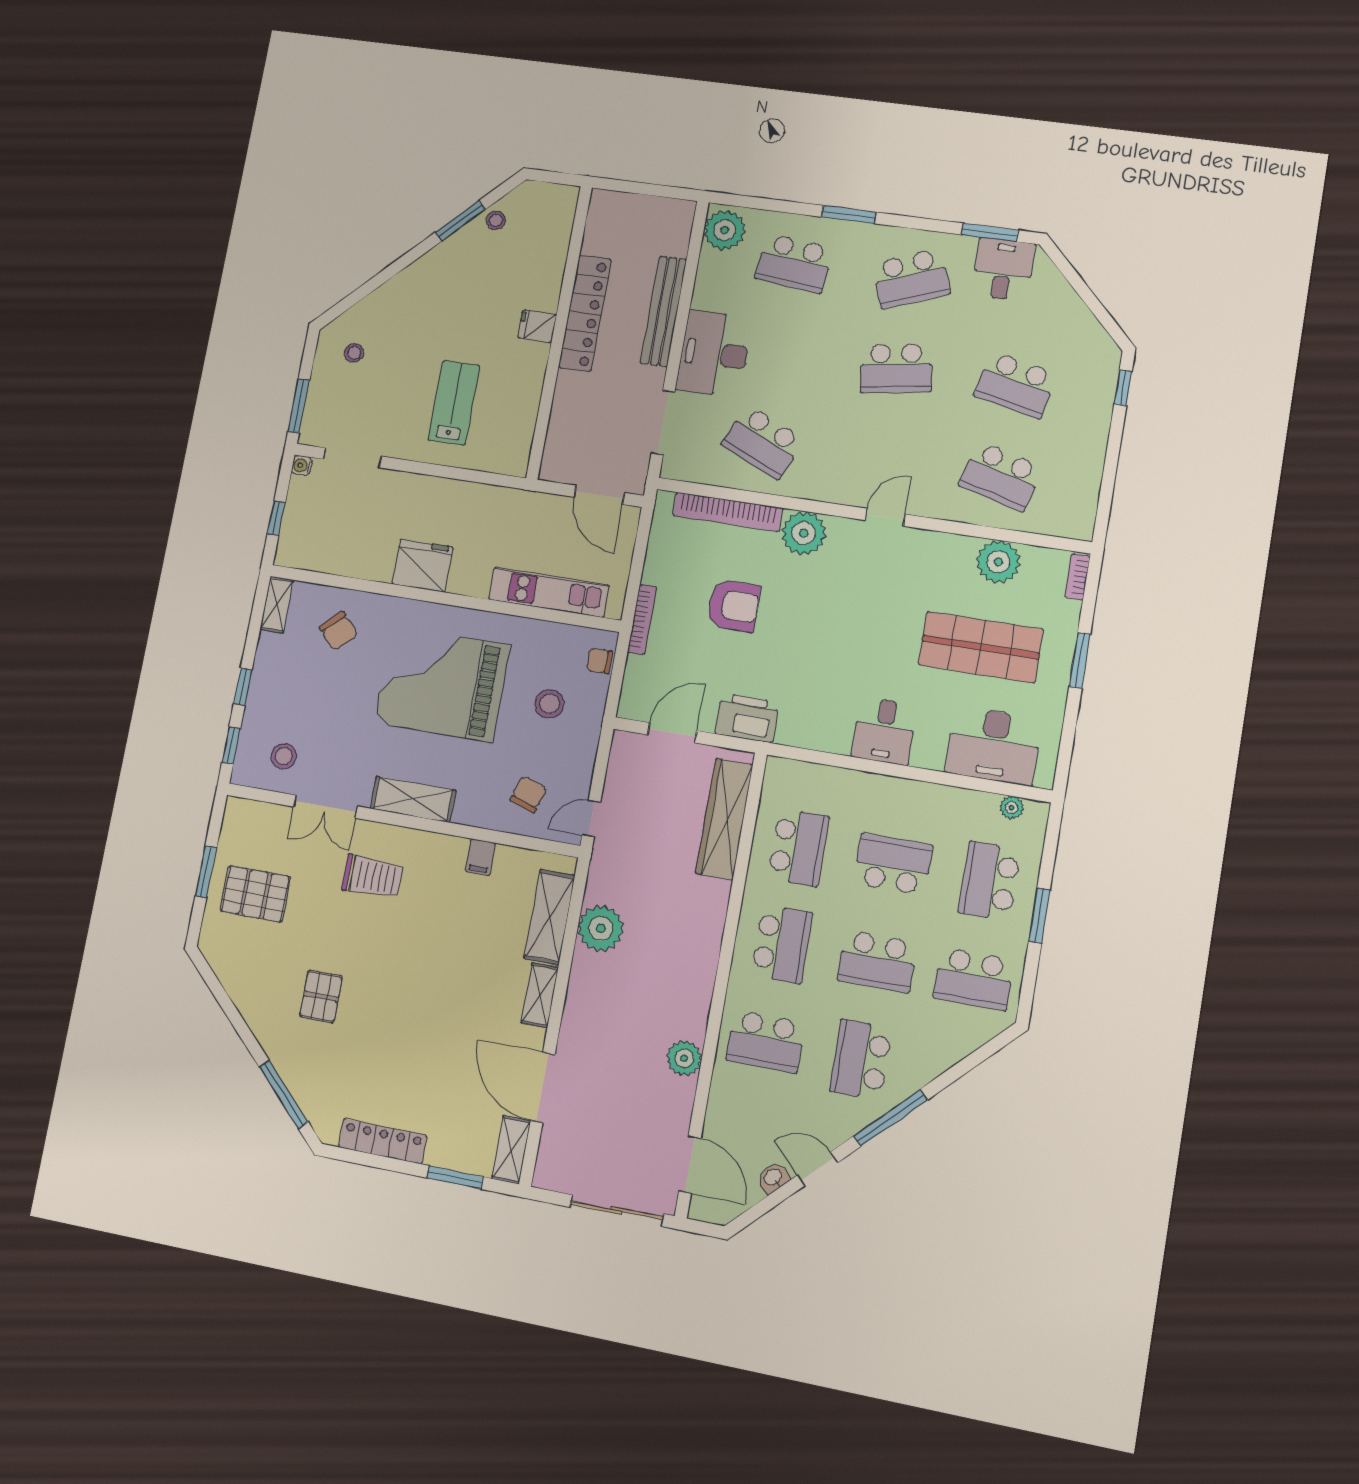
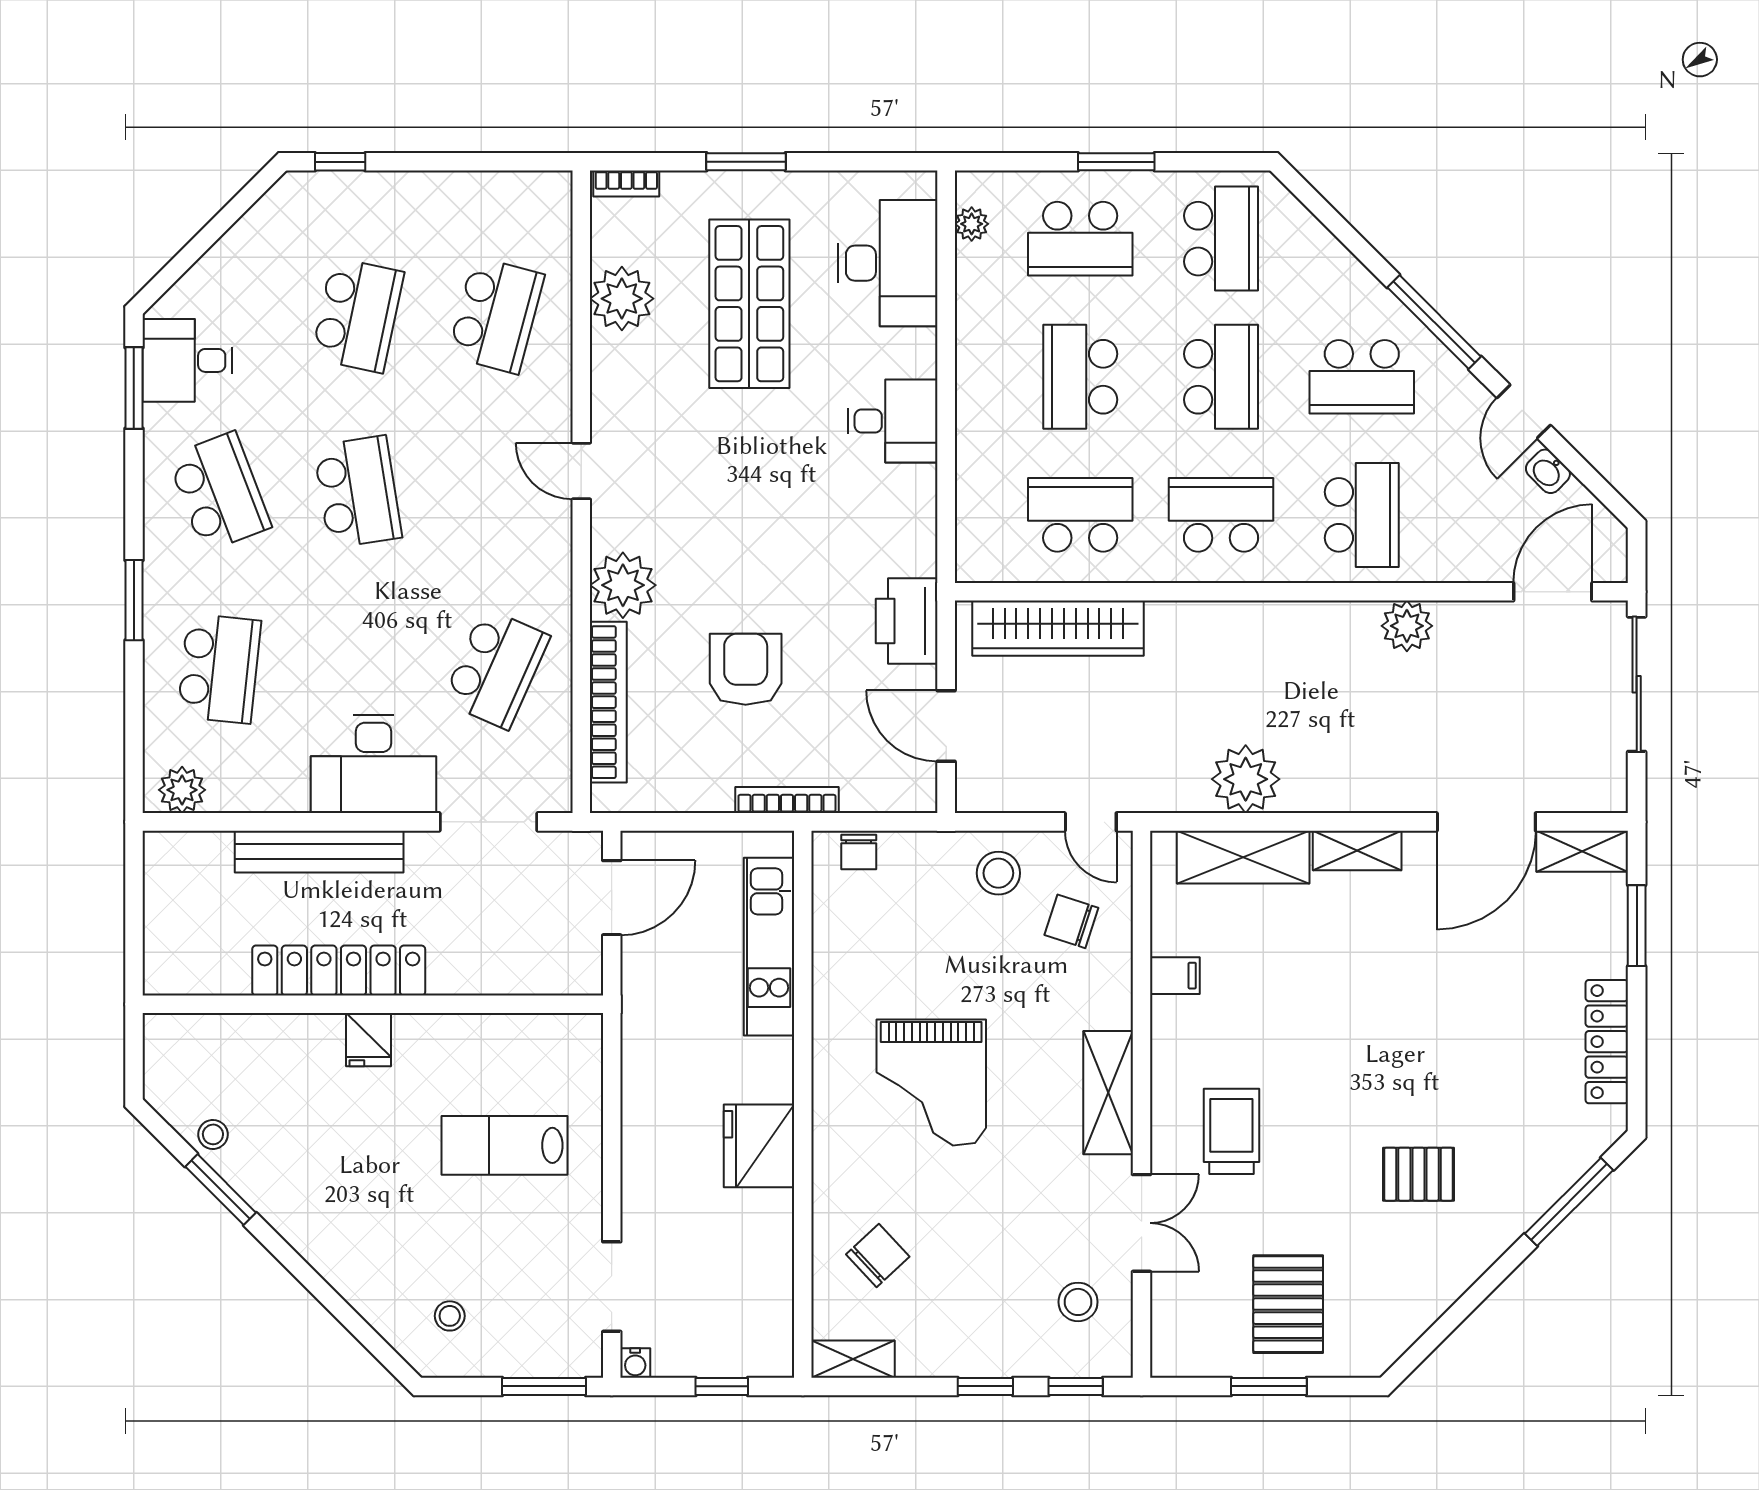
plant: (725, 230) -> (182, 790), width x0.73, depth x0.73
grand piano: (442, 684) -> (931, 1083), width x0.73, depth x0.68
stool: (550, 704) -> (998, 873), moved

